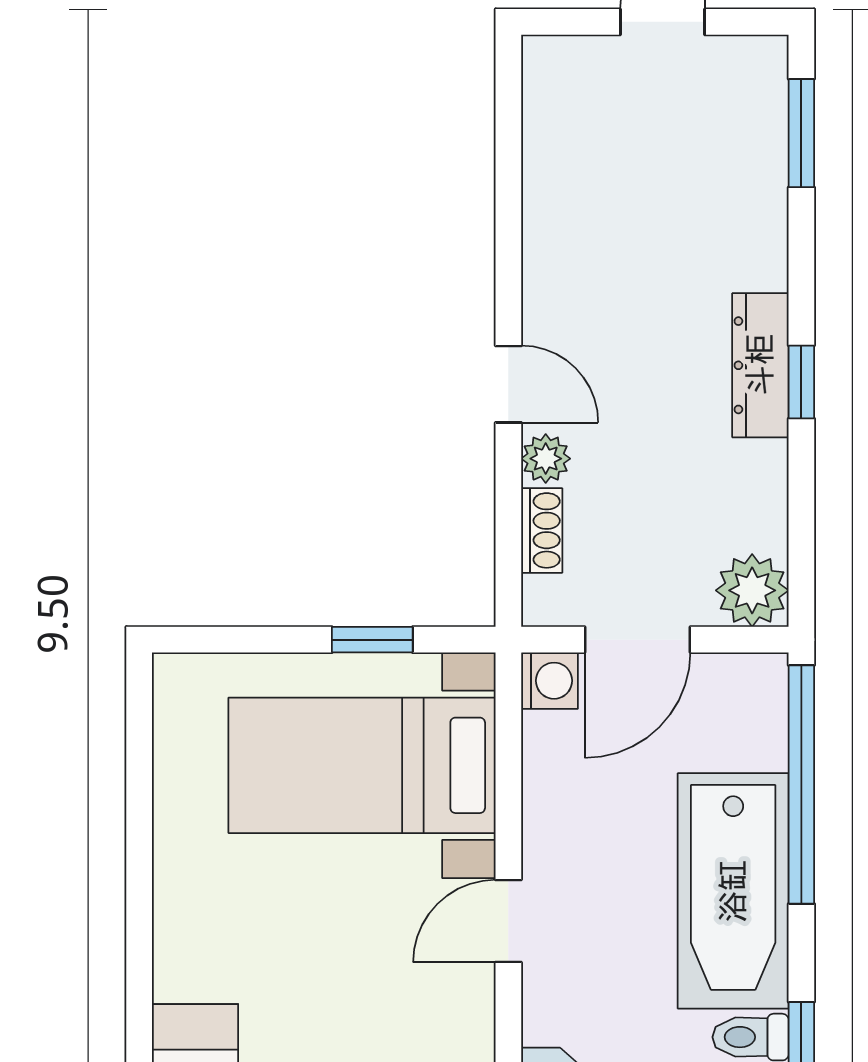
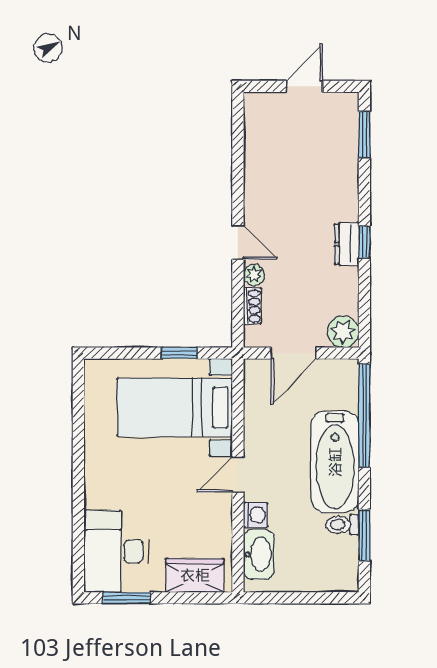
dresser: (760, 365) -> (347, 244), width x0.70
washing machine: (549, 681) -> (256, 515), moved

